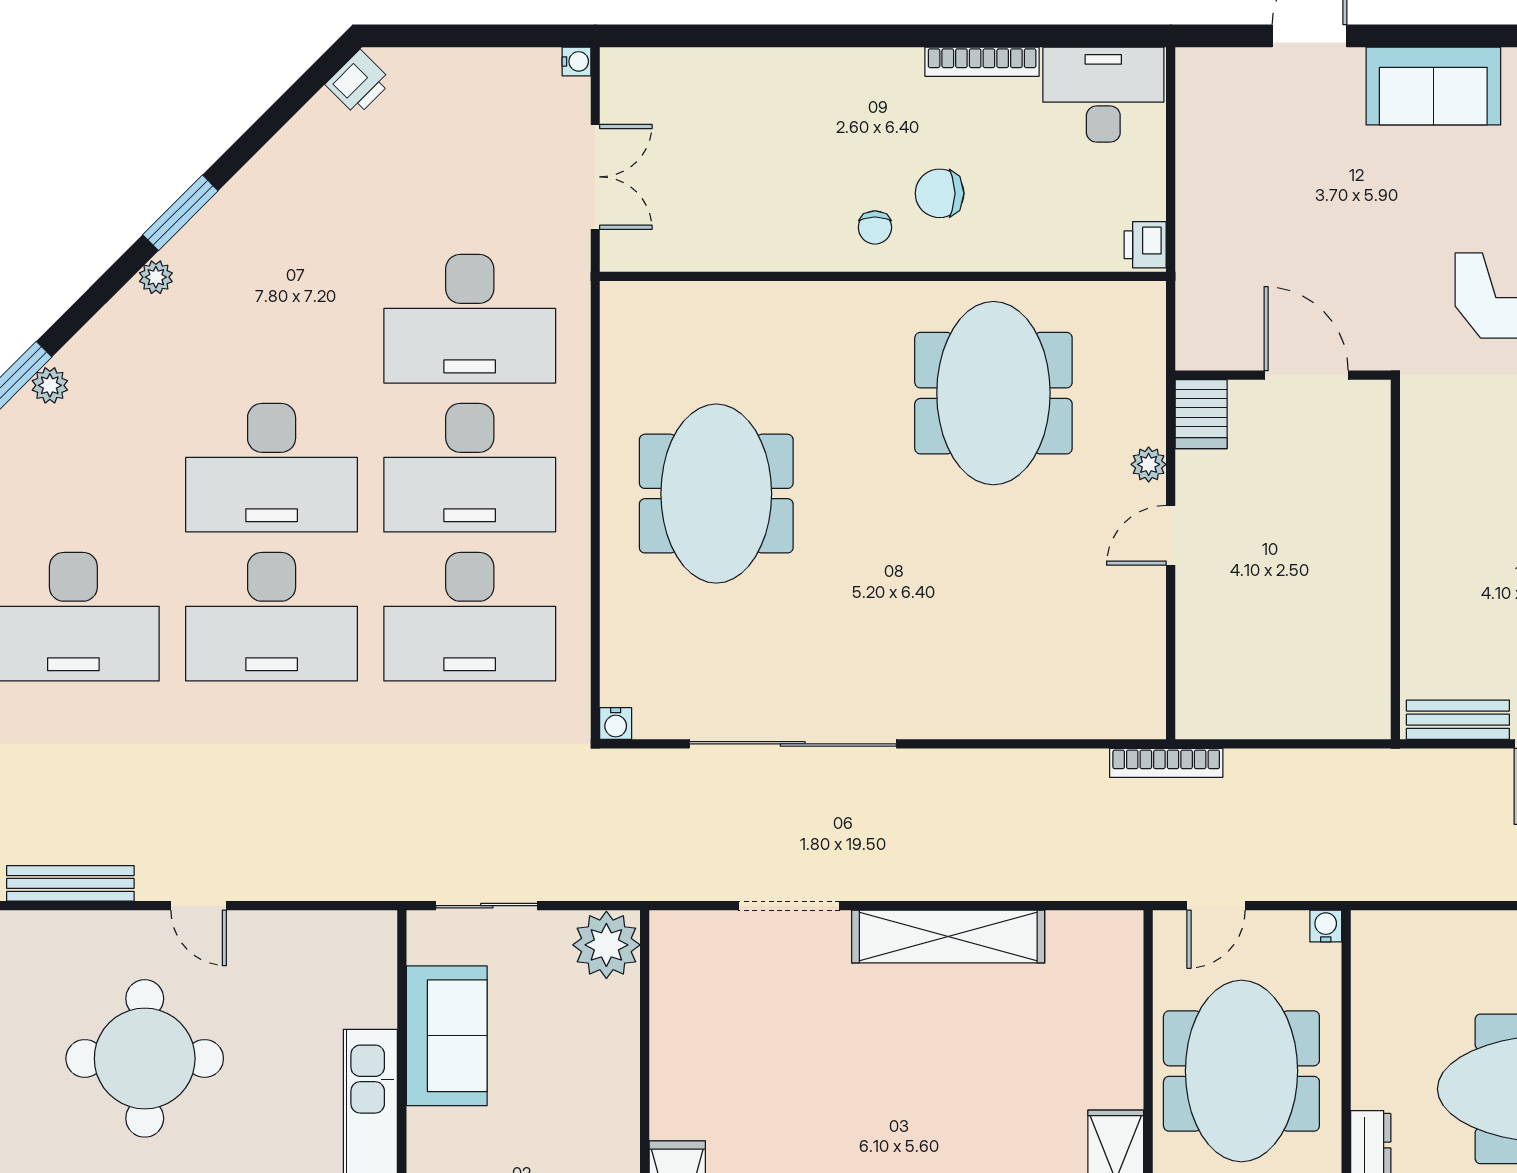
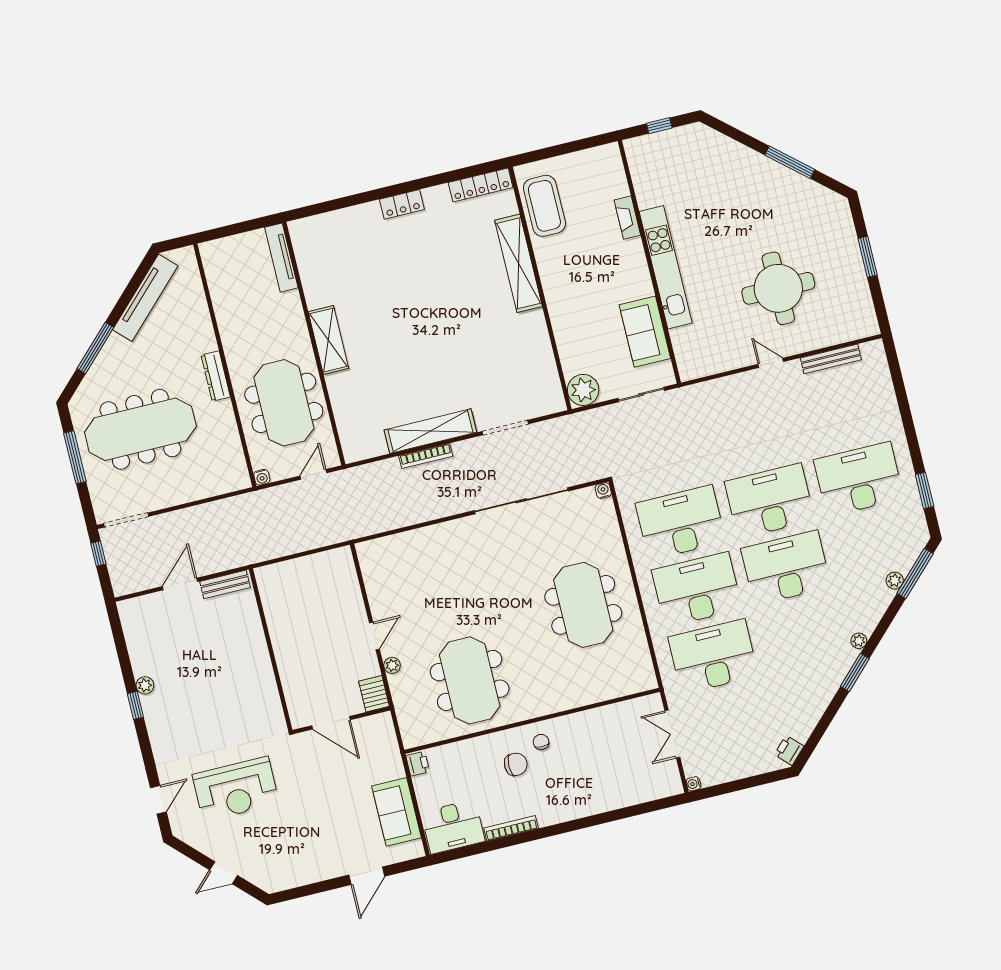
sofa: (1433, 86) -> (397, 812), moved, turned -90
bookcase: (1166, 763) -> (426, 456), moved, turned 180

